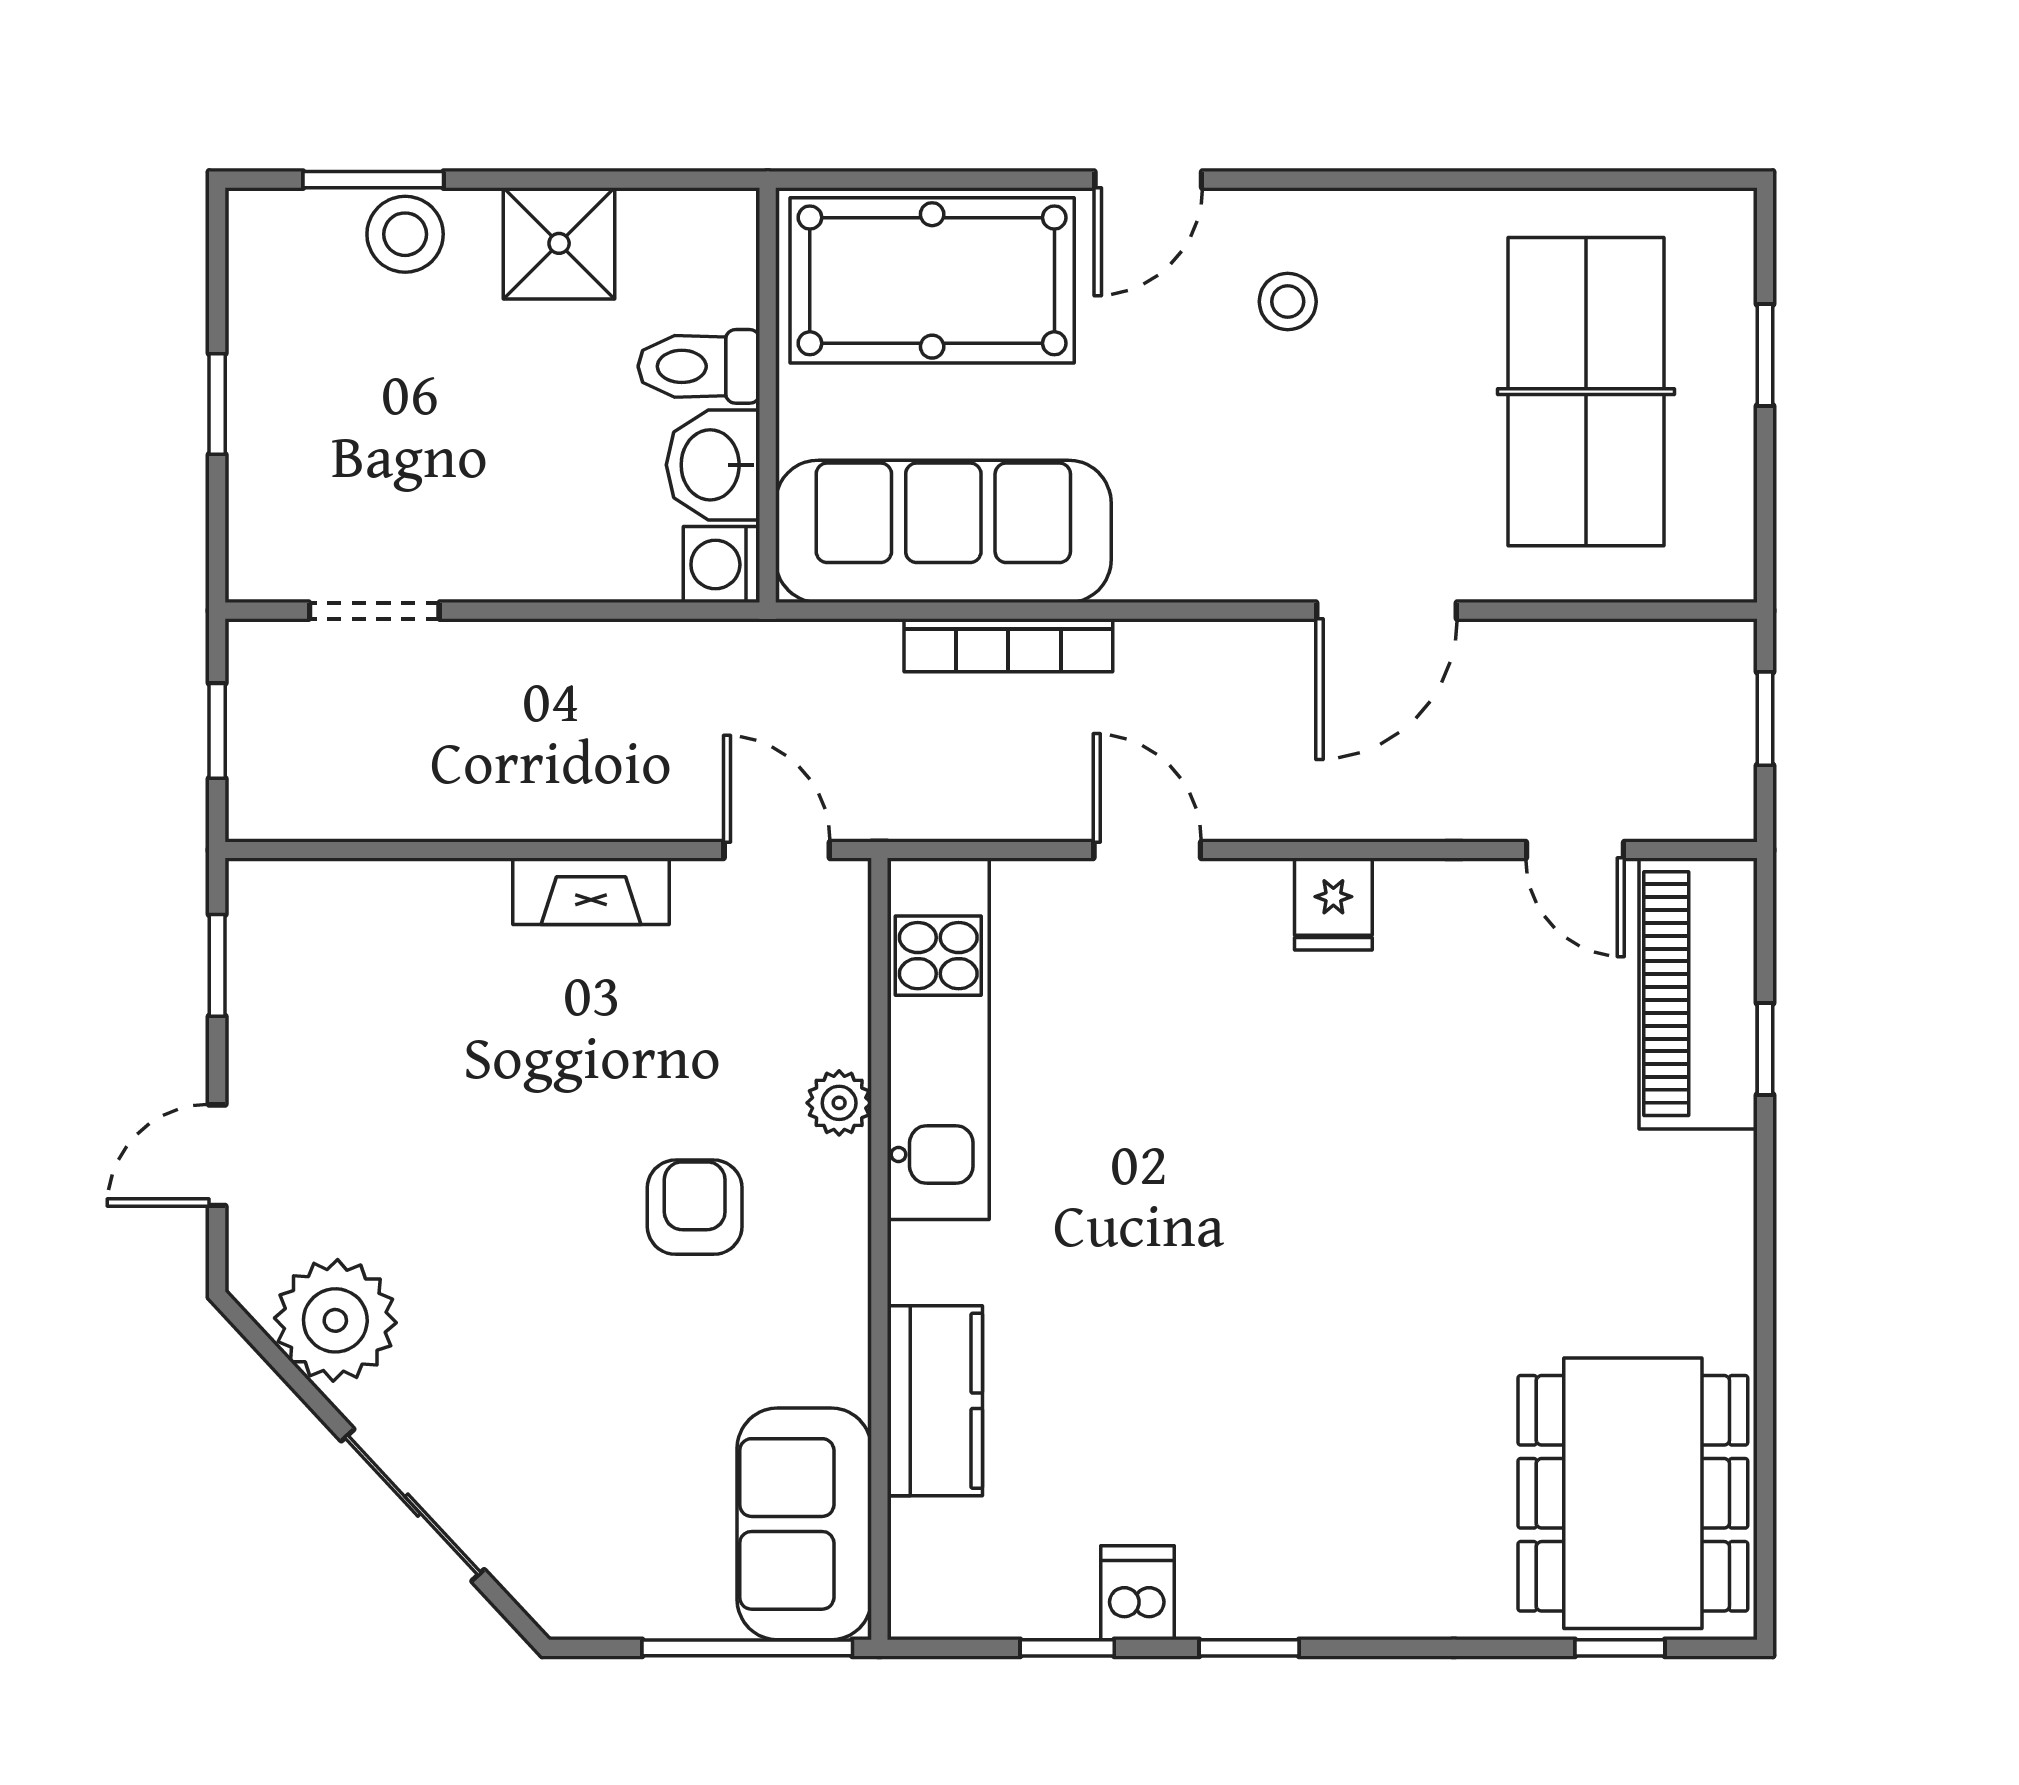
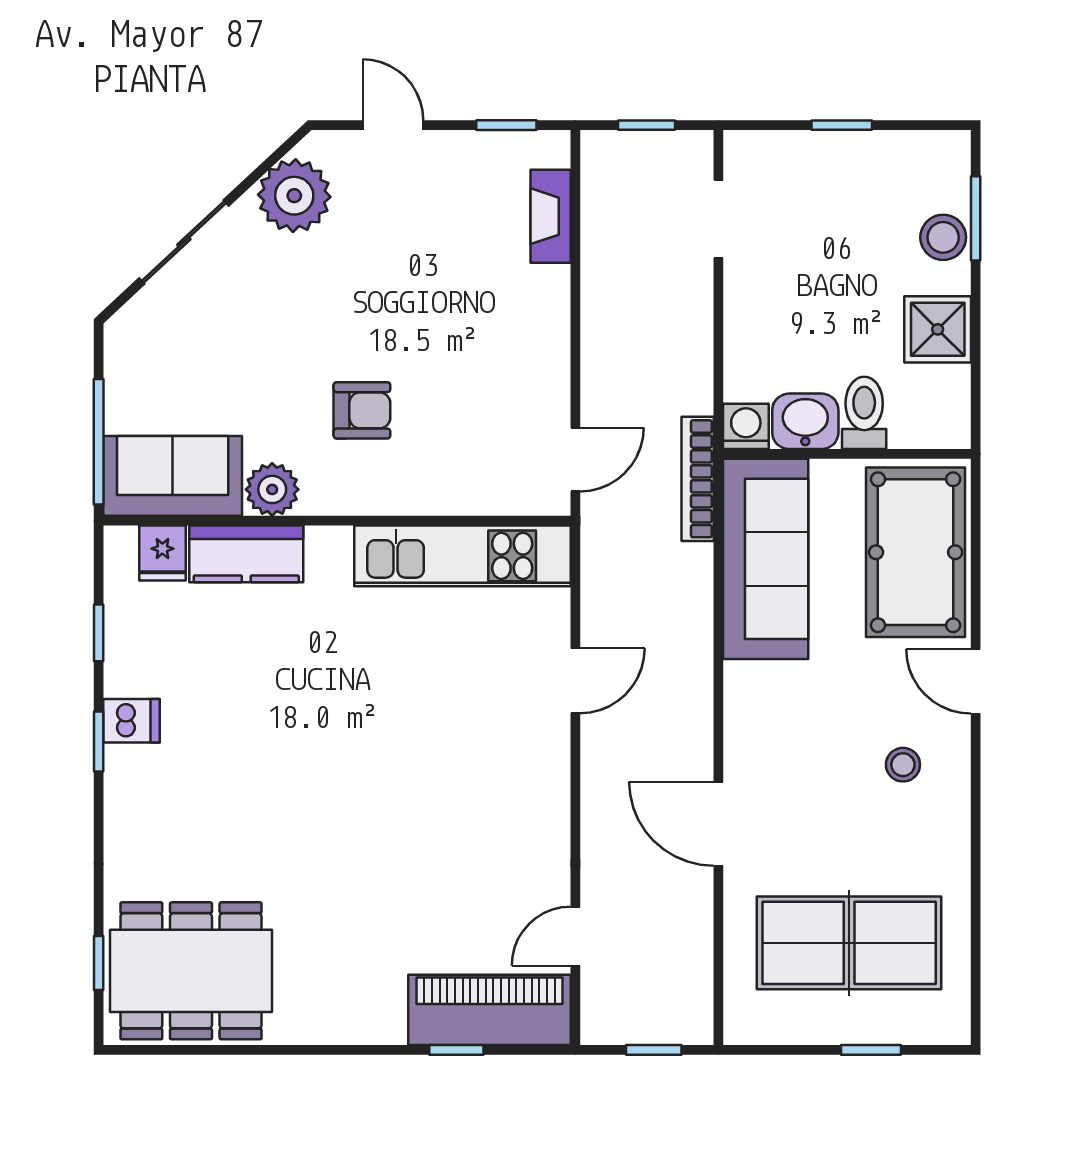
bookcase: (1008, 645) -> (698, 479), moved
fireplace: (591, 891) -> (551, 216), moved
fridge: (1333, 904) -> (162, 553), moved, turned -90
plant: (839, 1103) -> (272, 489), moved, width x1.38, depth x1.38
dishwasher: (1137, 1593) -> (132, 721), moved

